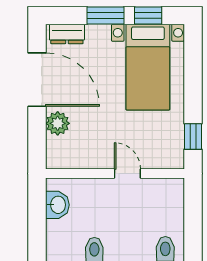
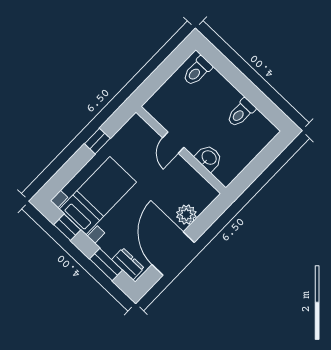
window: (105, 16) -> (106, 265), moved
window: (193, 137) -> (97, 141), moved
washbasin: (57, 205) -> (209, 158), moved, turned 90

